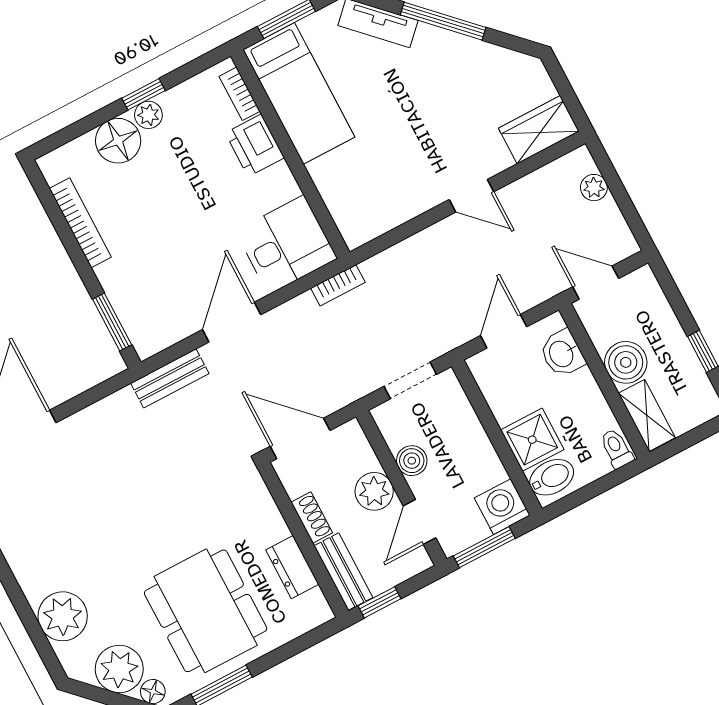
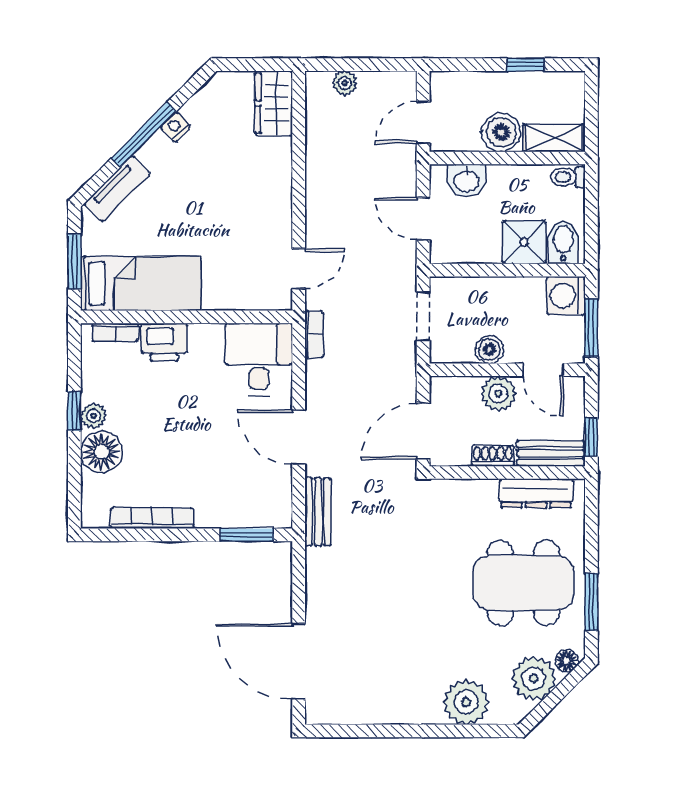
nightstand: (466, 48) -> (175, 127), added
door: (472, 196) -> (299, 269), moved
dresser: (292, 567) -> (536, 493), width x1.44

